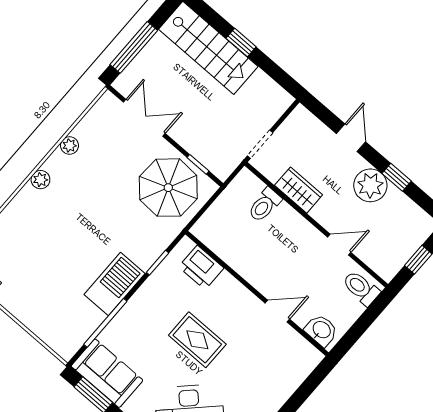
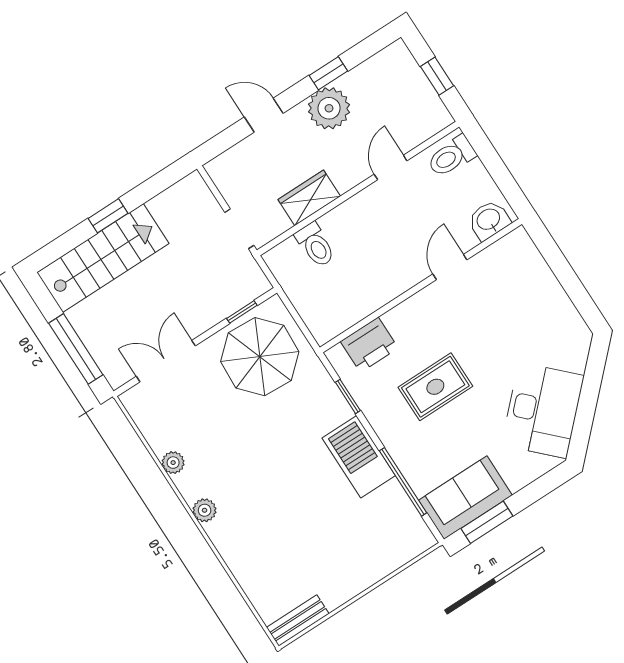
rug: (197, 340) -> (435, 387), moved

